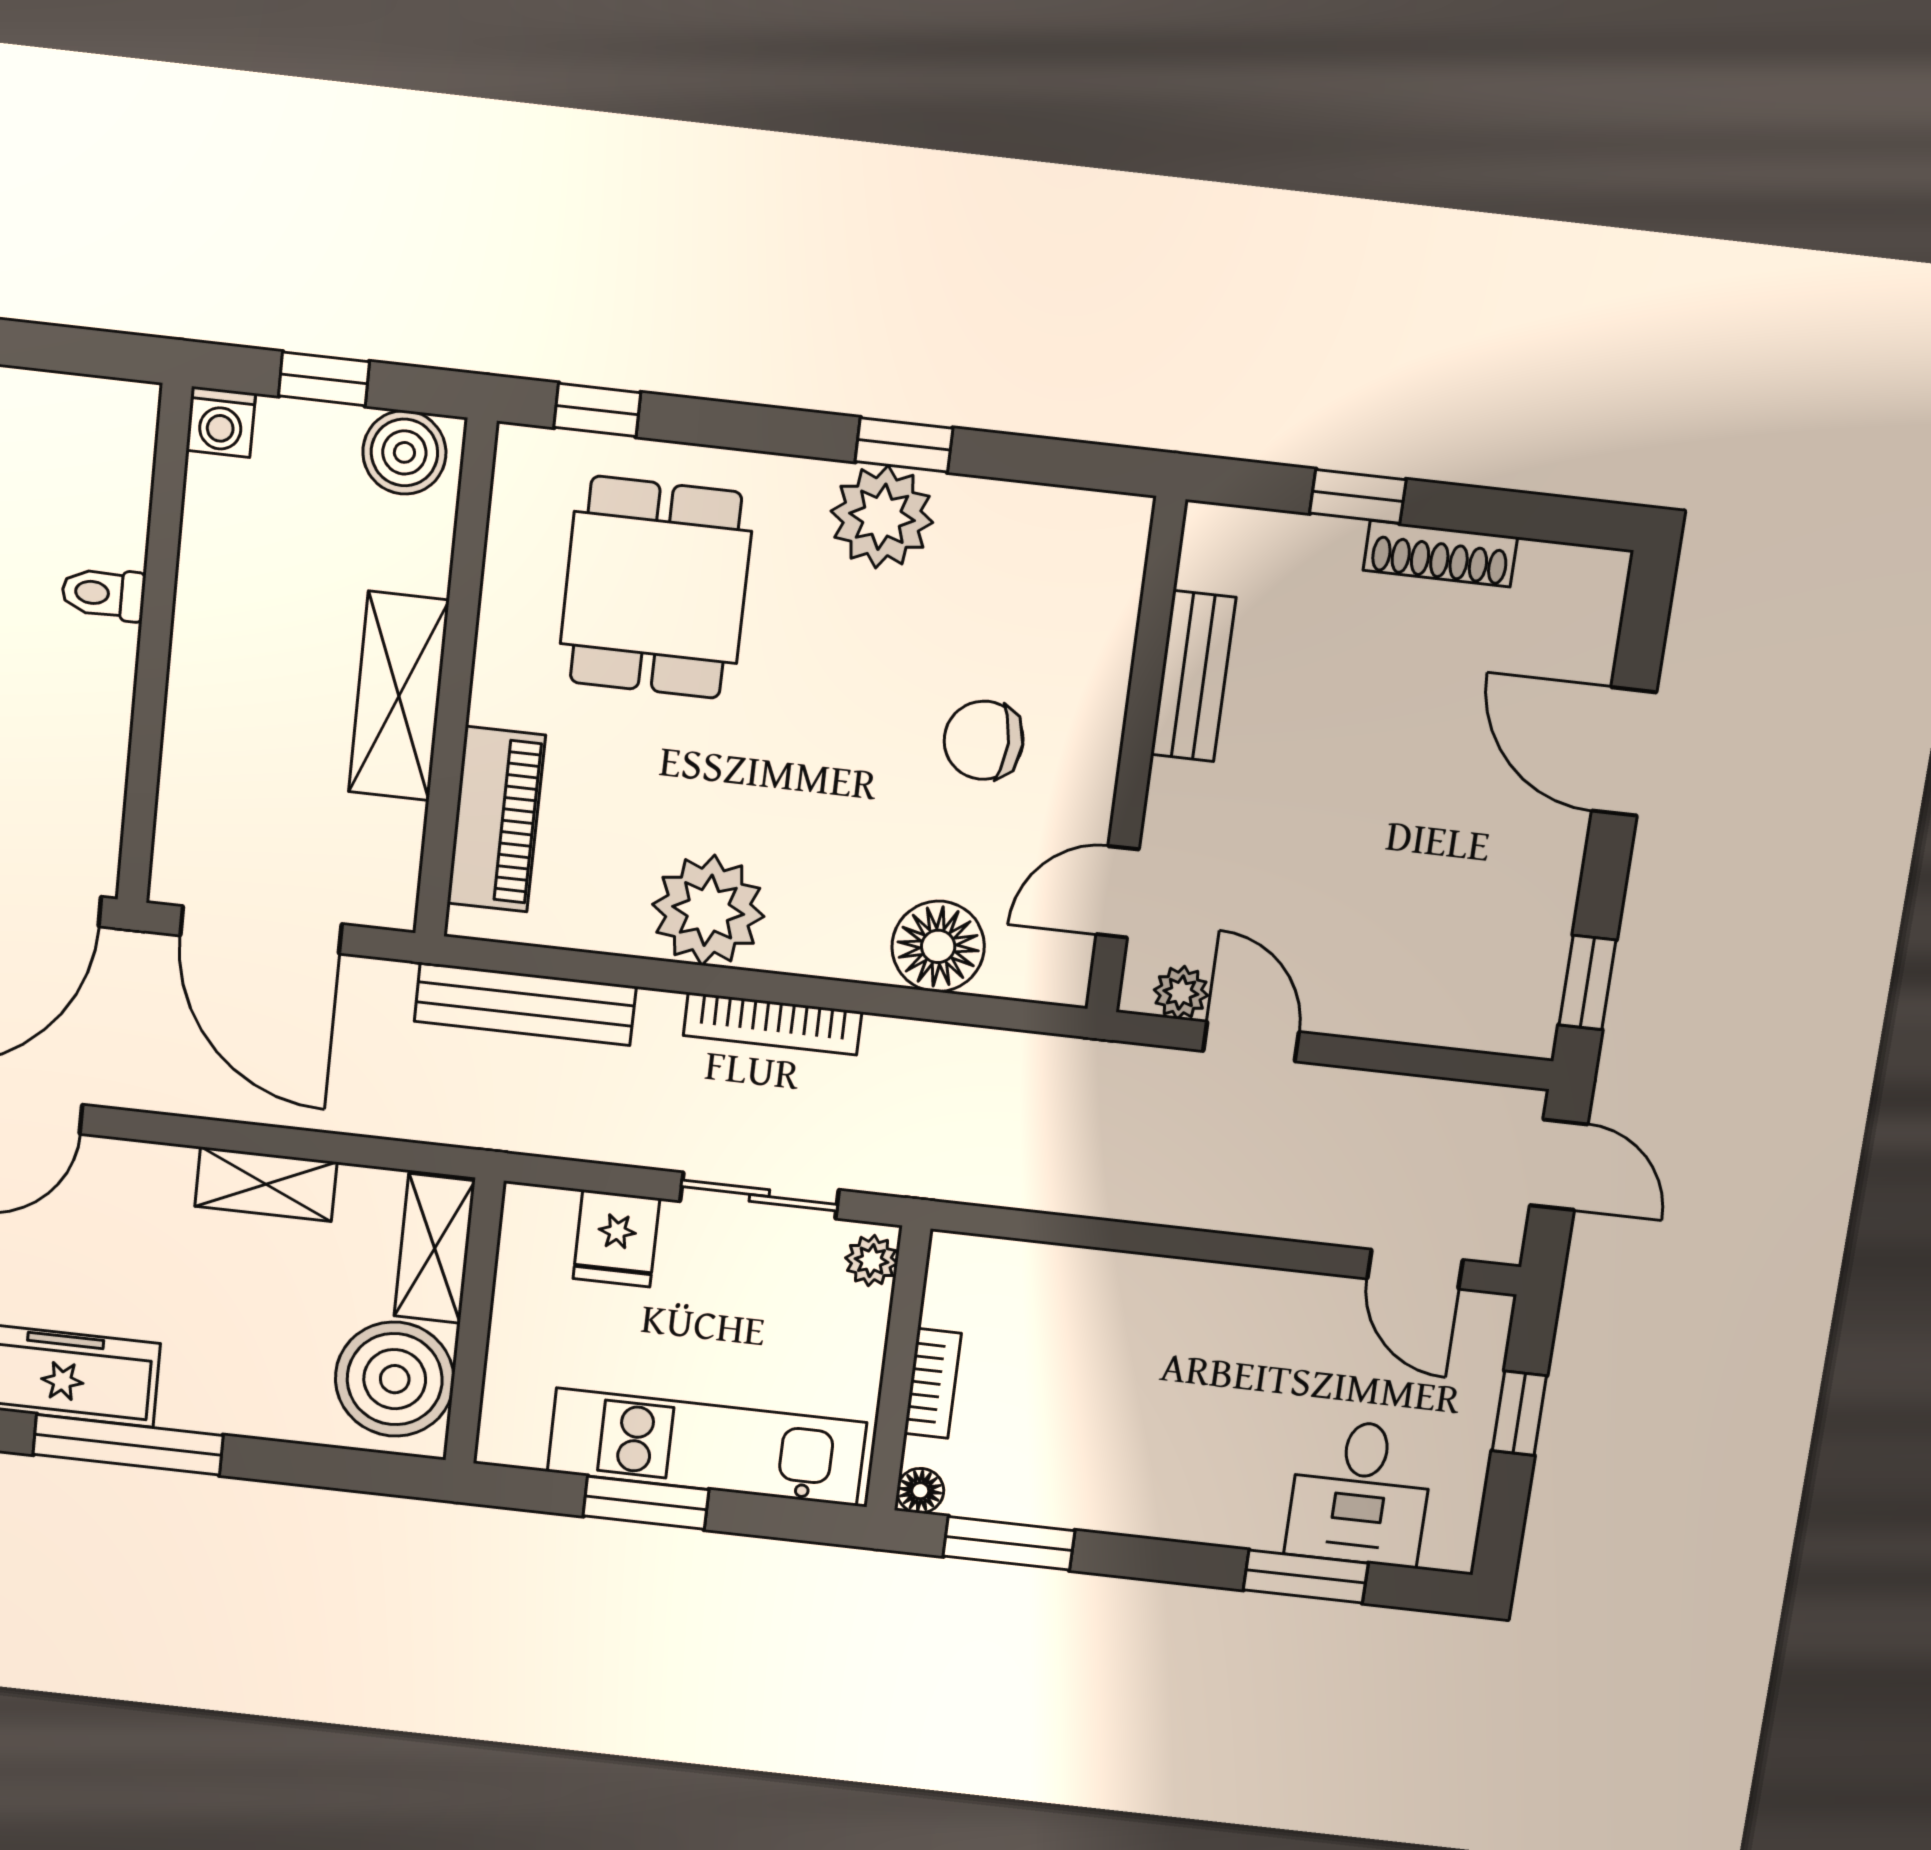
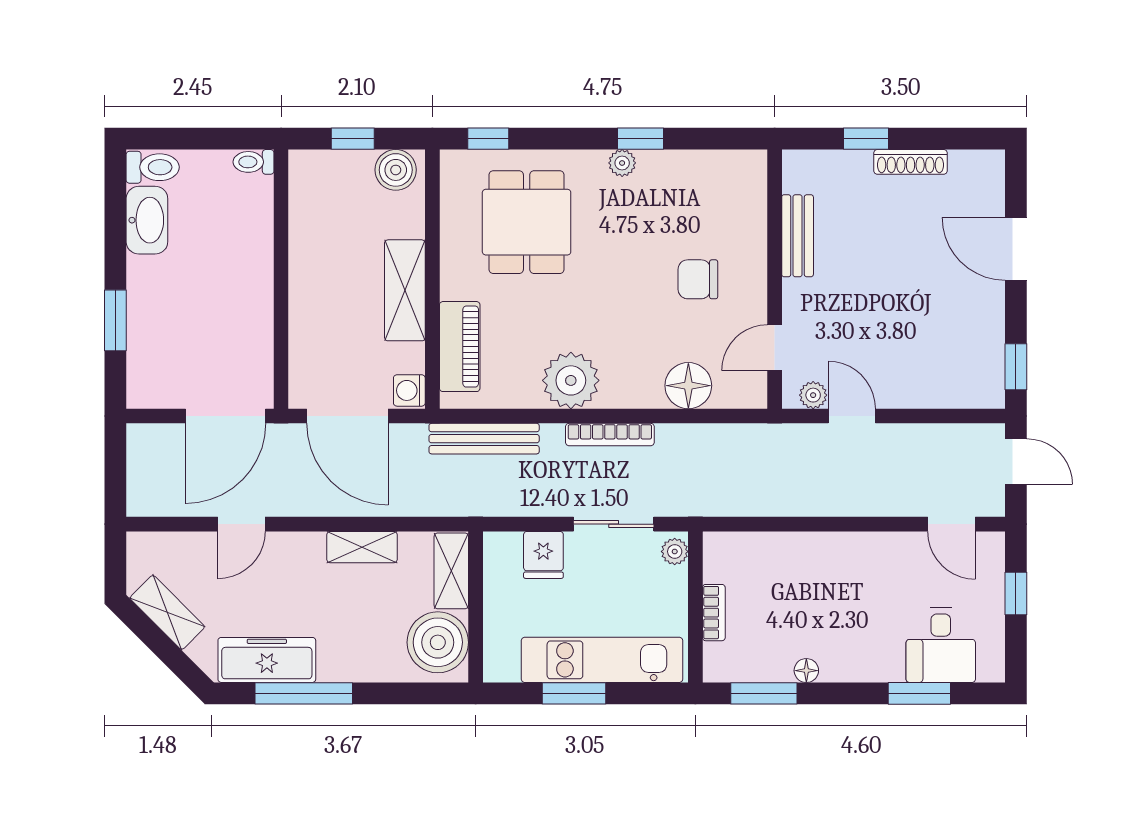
washing machine: (221, 422) -> (409, 390), moved, turned 90
plant: (882, 517) -> (622, 163), width x0.53, depth x0.53
toilet: (103, 594) -> (254, 162), moved
floor lamp: (920, 1491) -> (806, 671), moved

